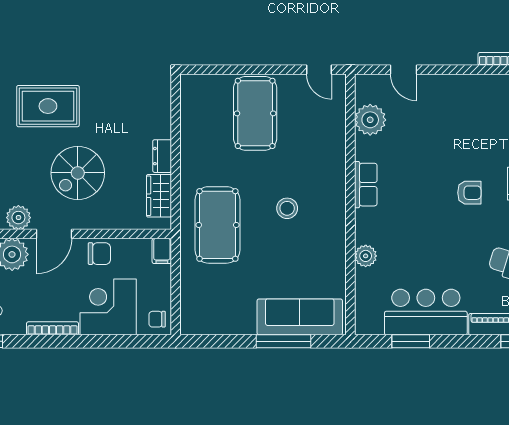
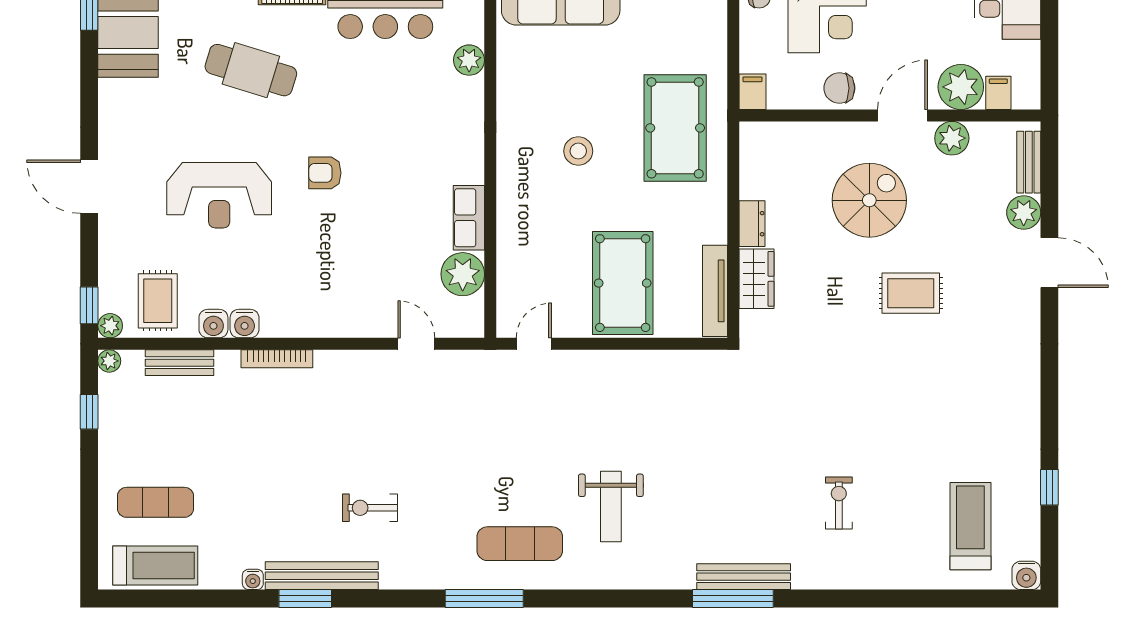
door: (319, 70) -> (534, 344), hinge flipped
rug: (48, 106) -> (911, 293), width x0.73, depth x0.70
tv unit: (189, 108) -> (715, 291), added
row of seats: (366, 185) -> (469, 218), moved
wardrobe: (159, 196) -> (756, 279), moved
plant: (366, 256) -> (469, 60), moved

